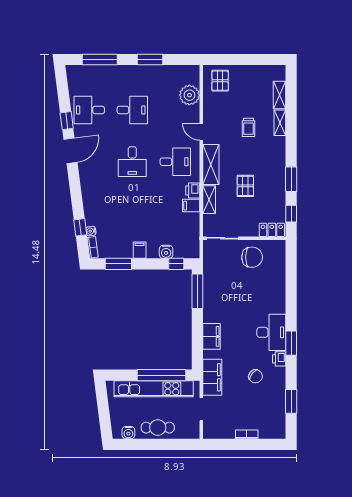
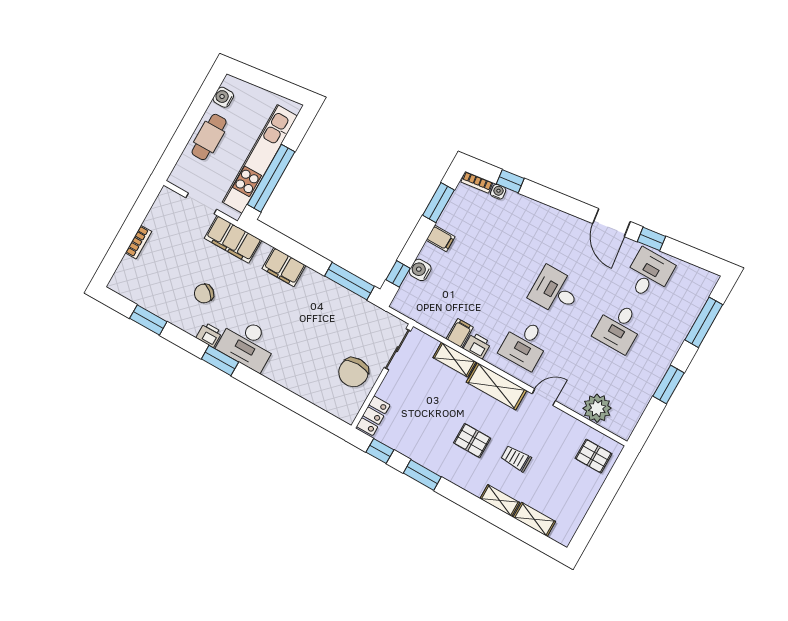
pallet: (245, 186) -> (472, 440), moved

